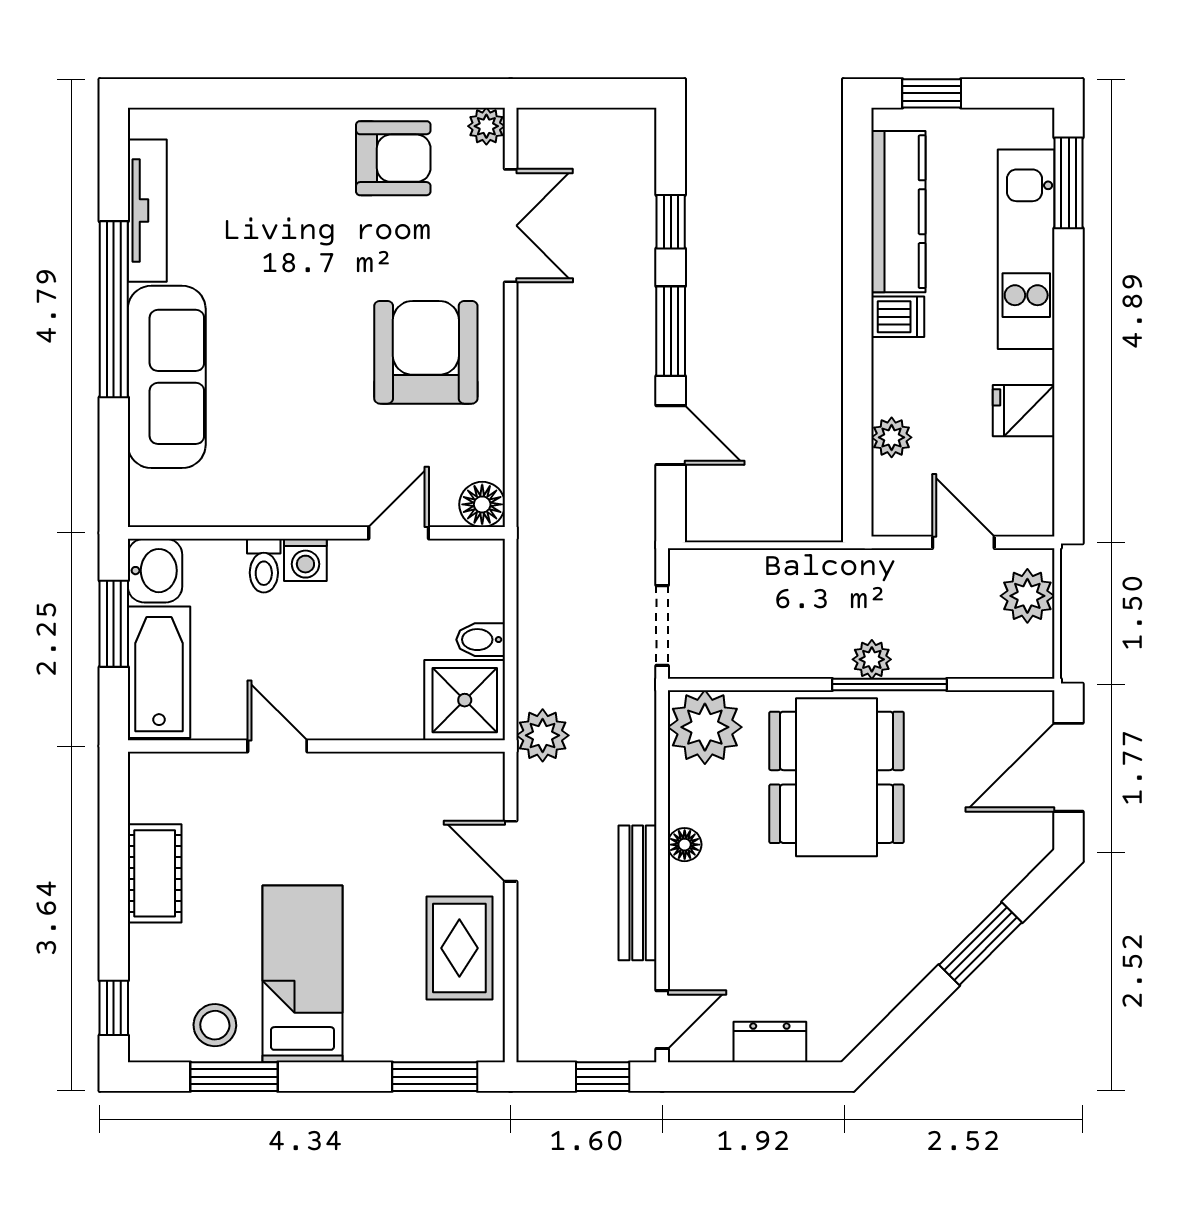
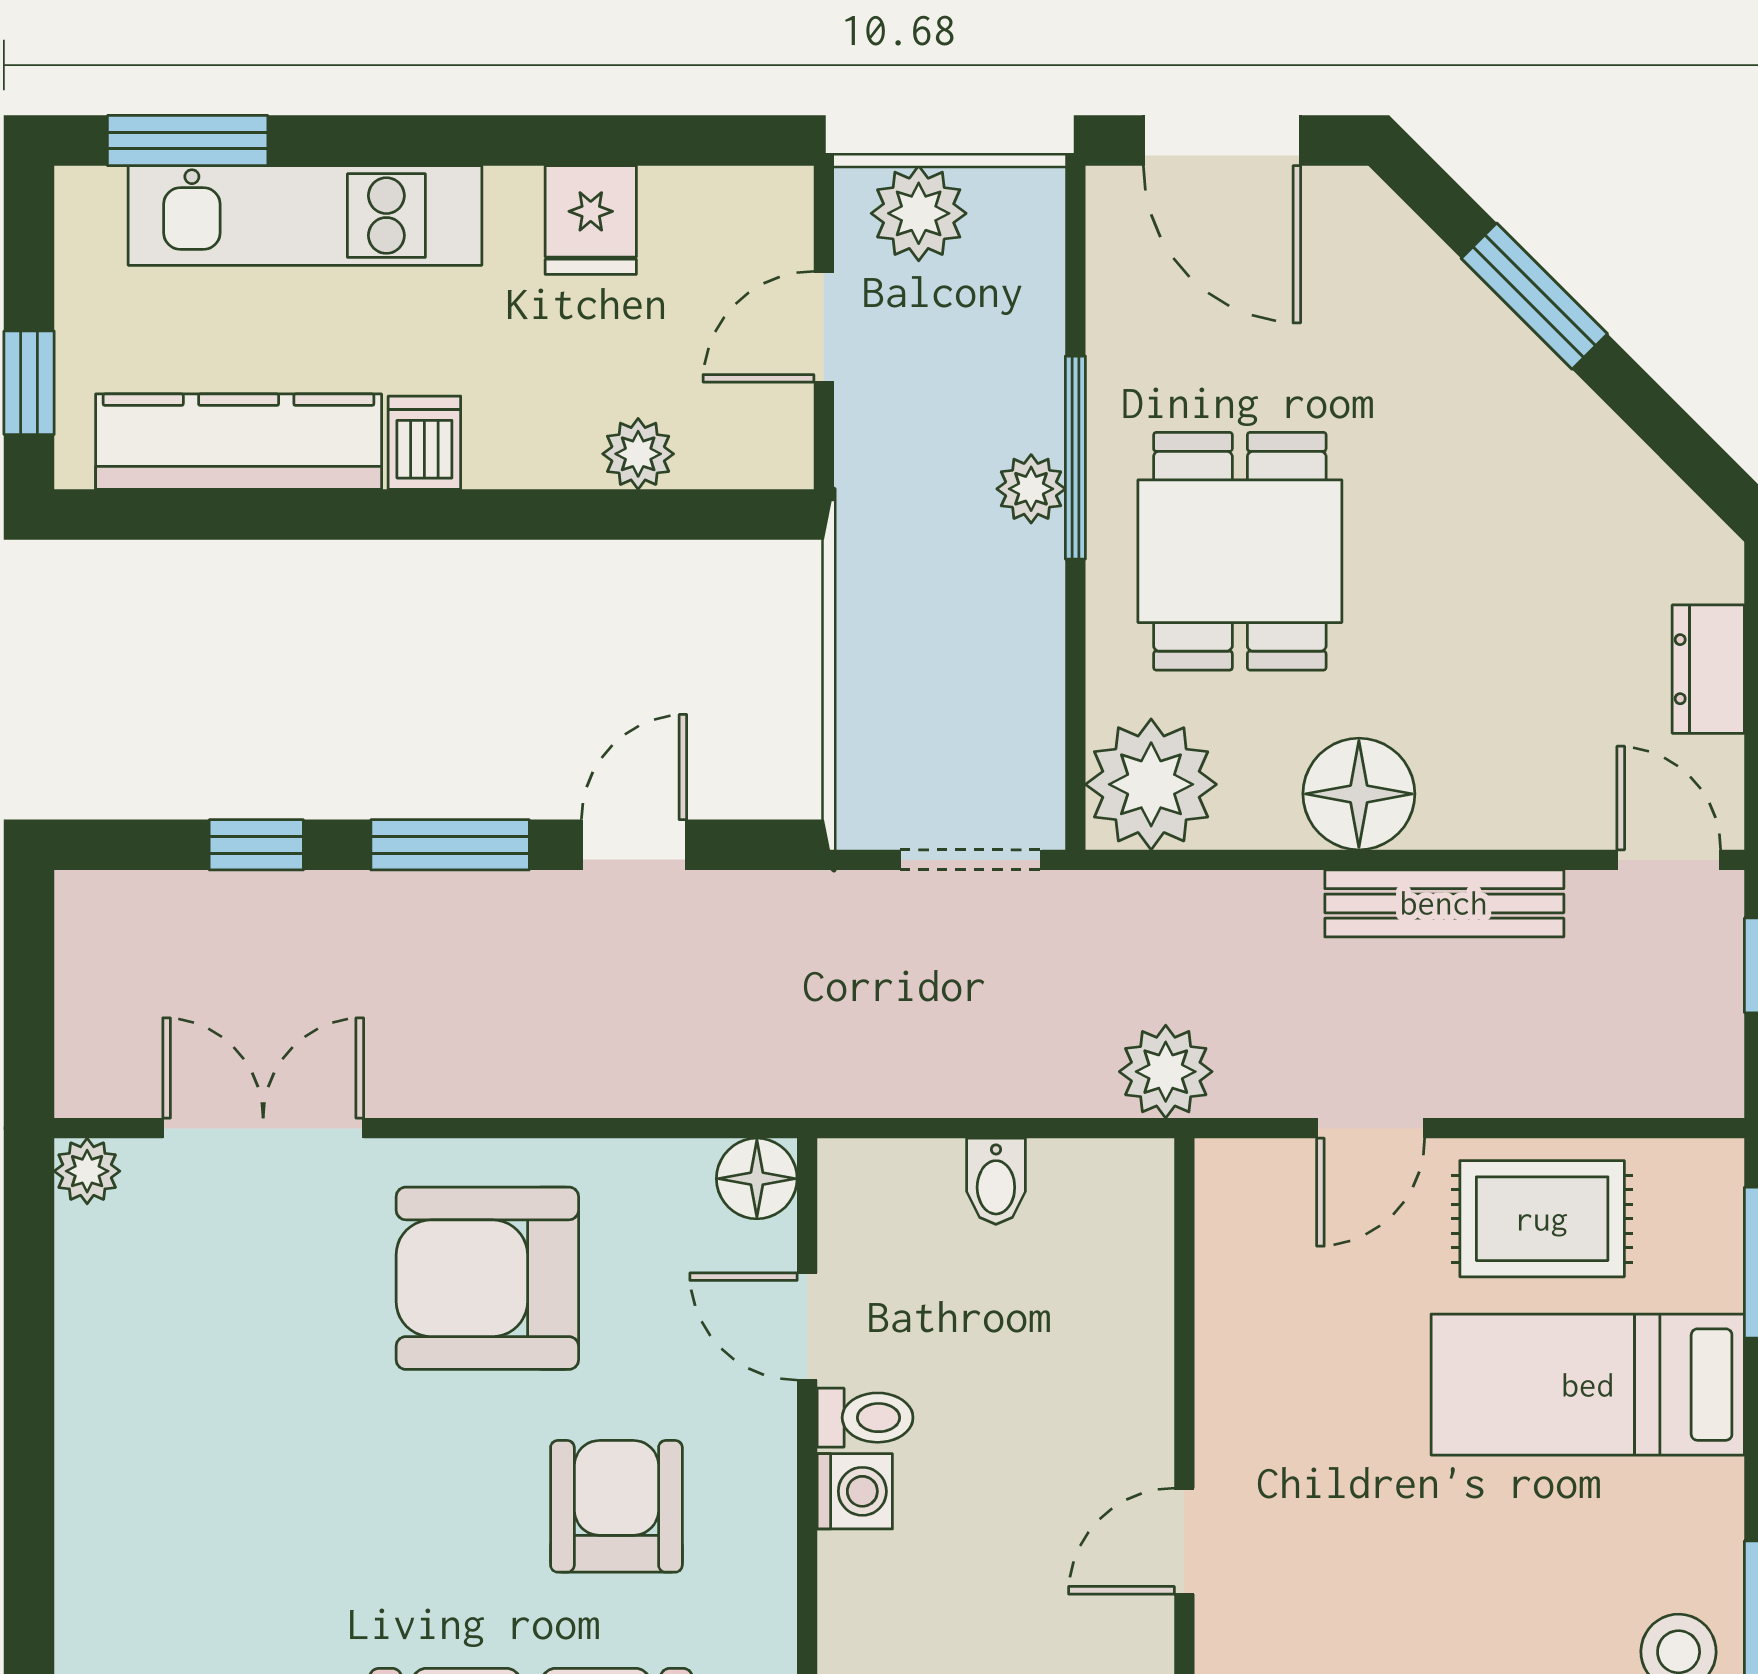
armchair: (393, 158) -> (616, 1506), moved
toilet: (264, 566) -> (865, 1418), moved
shower: (465, 700) -> (1103, 1209), removed
dining table: (837, 777) -> (1240, 551), width x0.73
floor lamp: (685, 845) -> (1359, 794), width x1.89, depth x1.89
bed: (302, 974) -> (1588, 1385), moved

